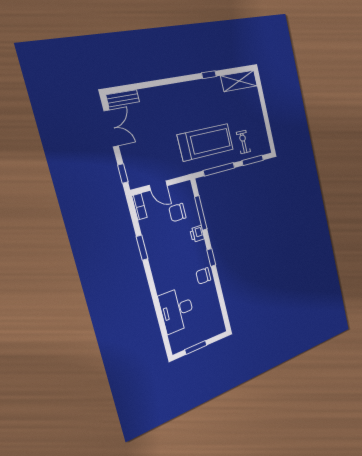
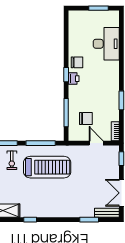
window: (142, 86) -> (89, 220), added
treadmill: (206, 142) -> (47, 167), turned 180
printer: (197, 234) -> (74, 79), moved

